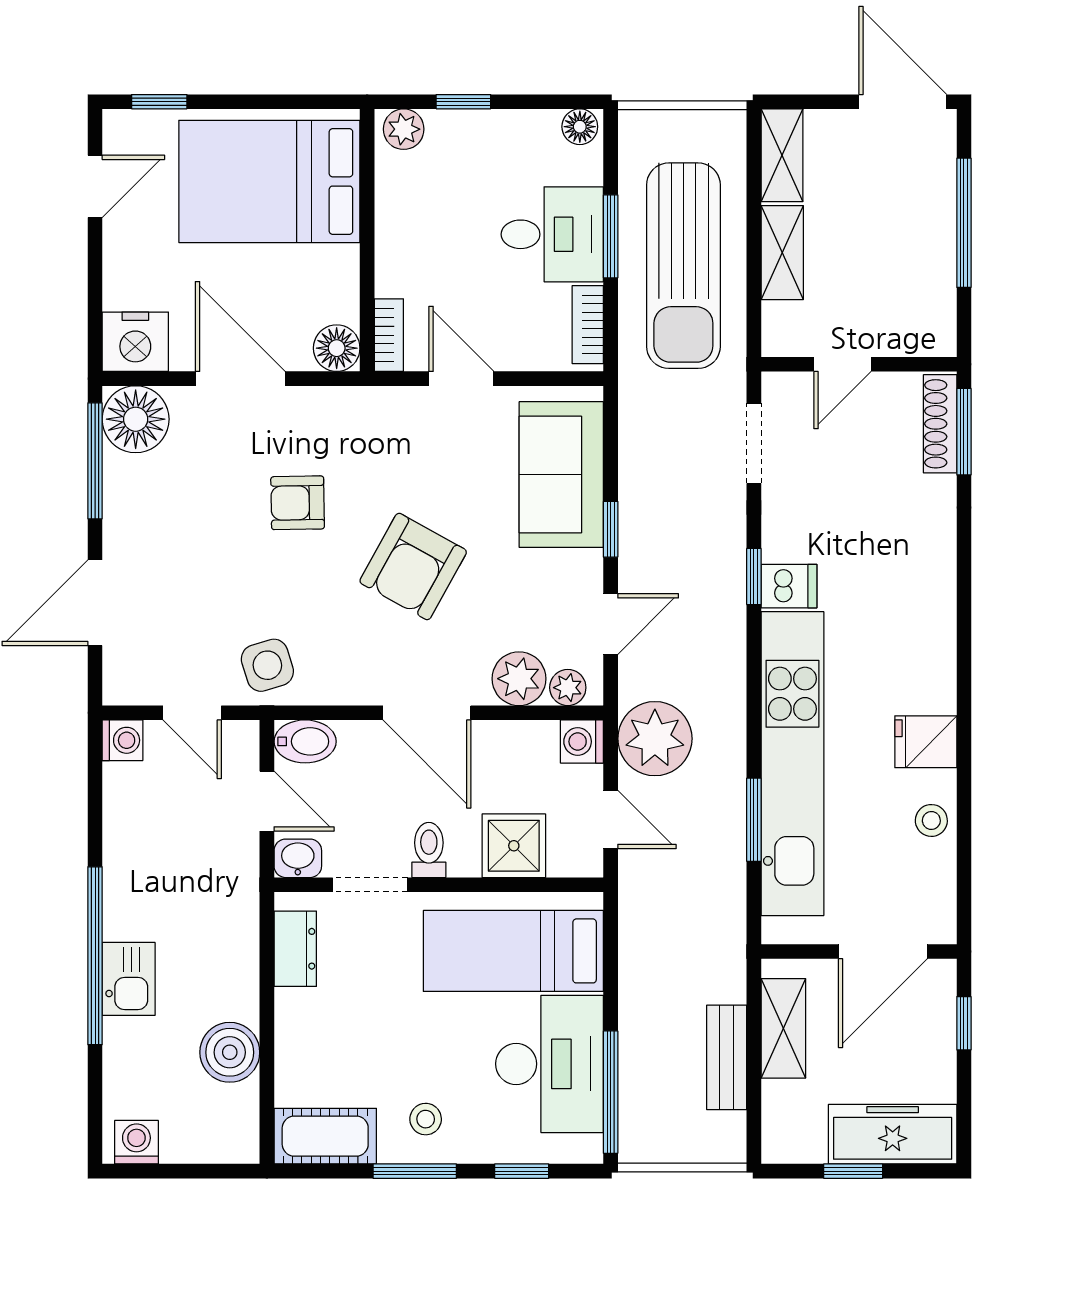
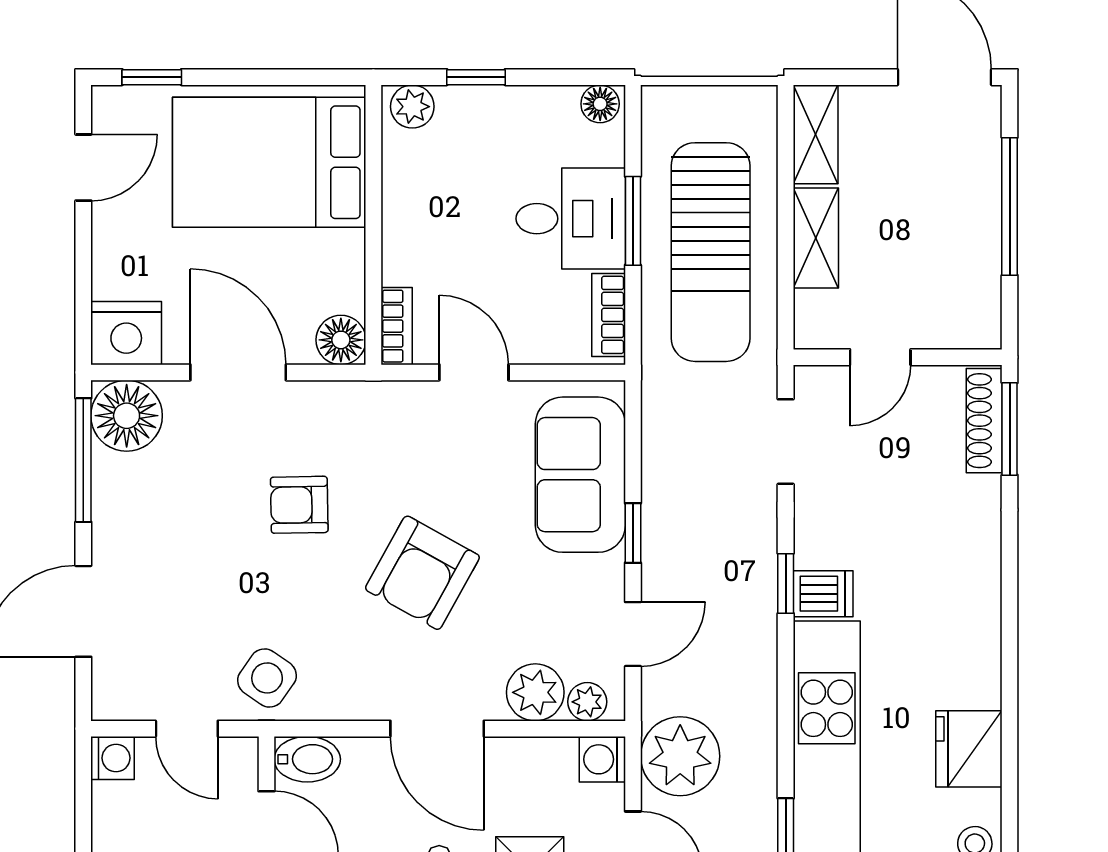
side table: (267, 665) -> (267, 678), turned -38
fridge: (926, 742) -> (969, 749), width x1.38

